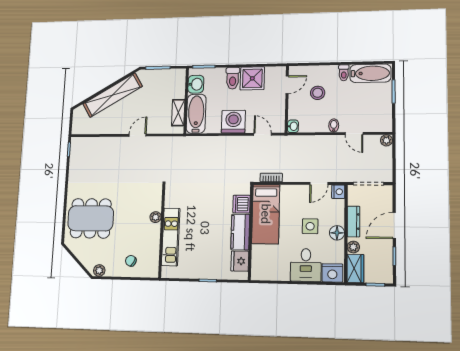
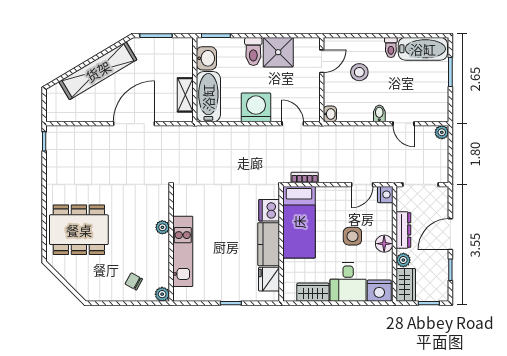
door: (138, 135) -> (134, 124), width x1.87
plant: (99, 270) -> (162, 294), moved
wardrobe: (276, 273) -> (313, 292), added

